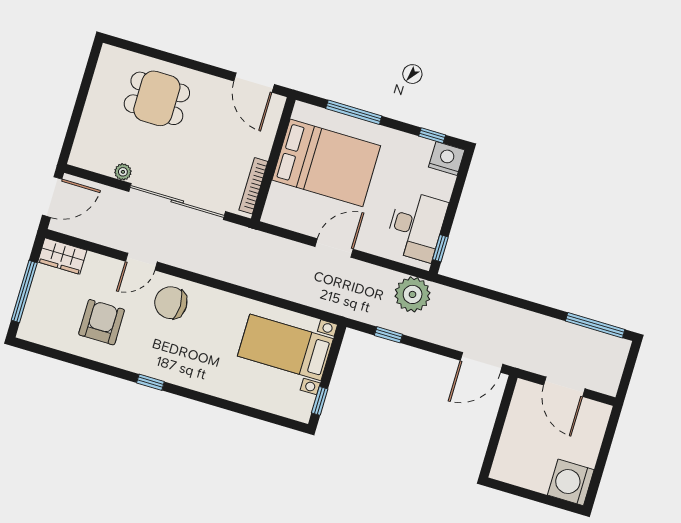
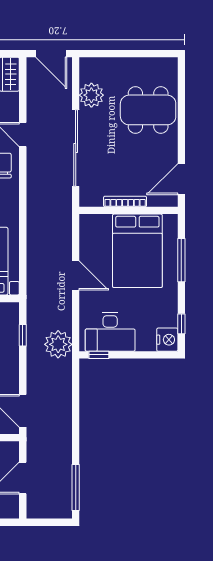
dining table: (157, 98) -> (148, 110), width x1.37
plant: (123, 172) -> (91, 95), width x1.87, depth x1.87
bookcase: (253, 186) -> (125, 201), moved

